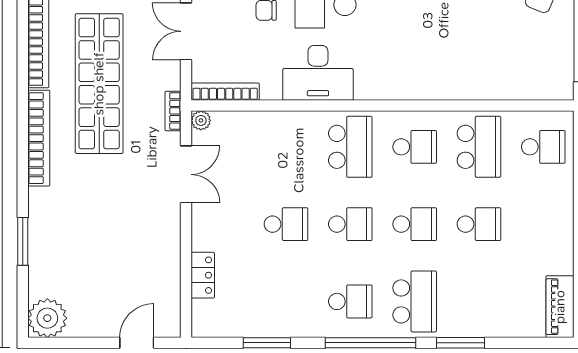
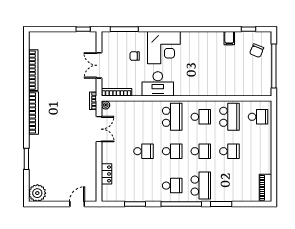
shop shelf: (99, 84) -> (60, 89), removed

